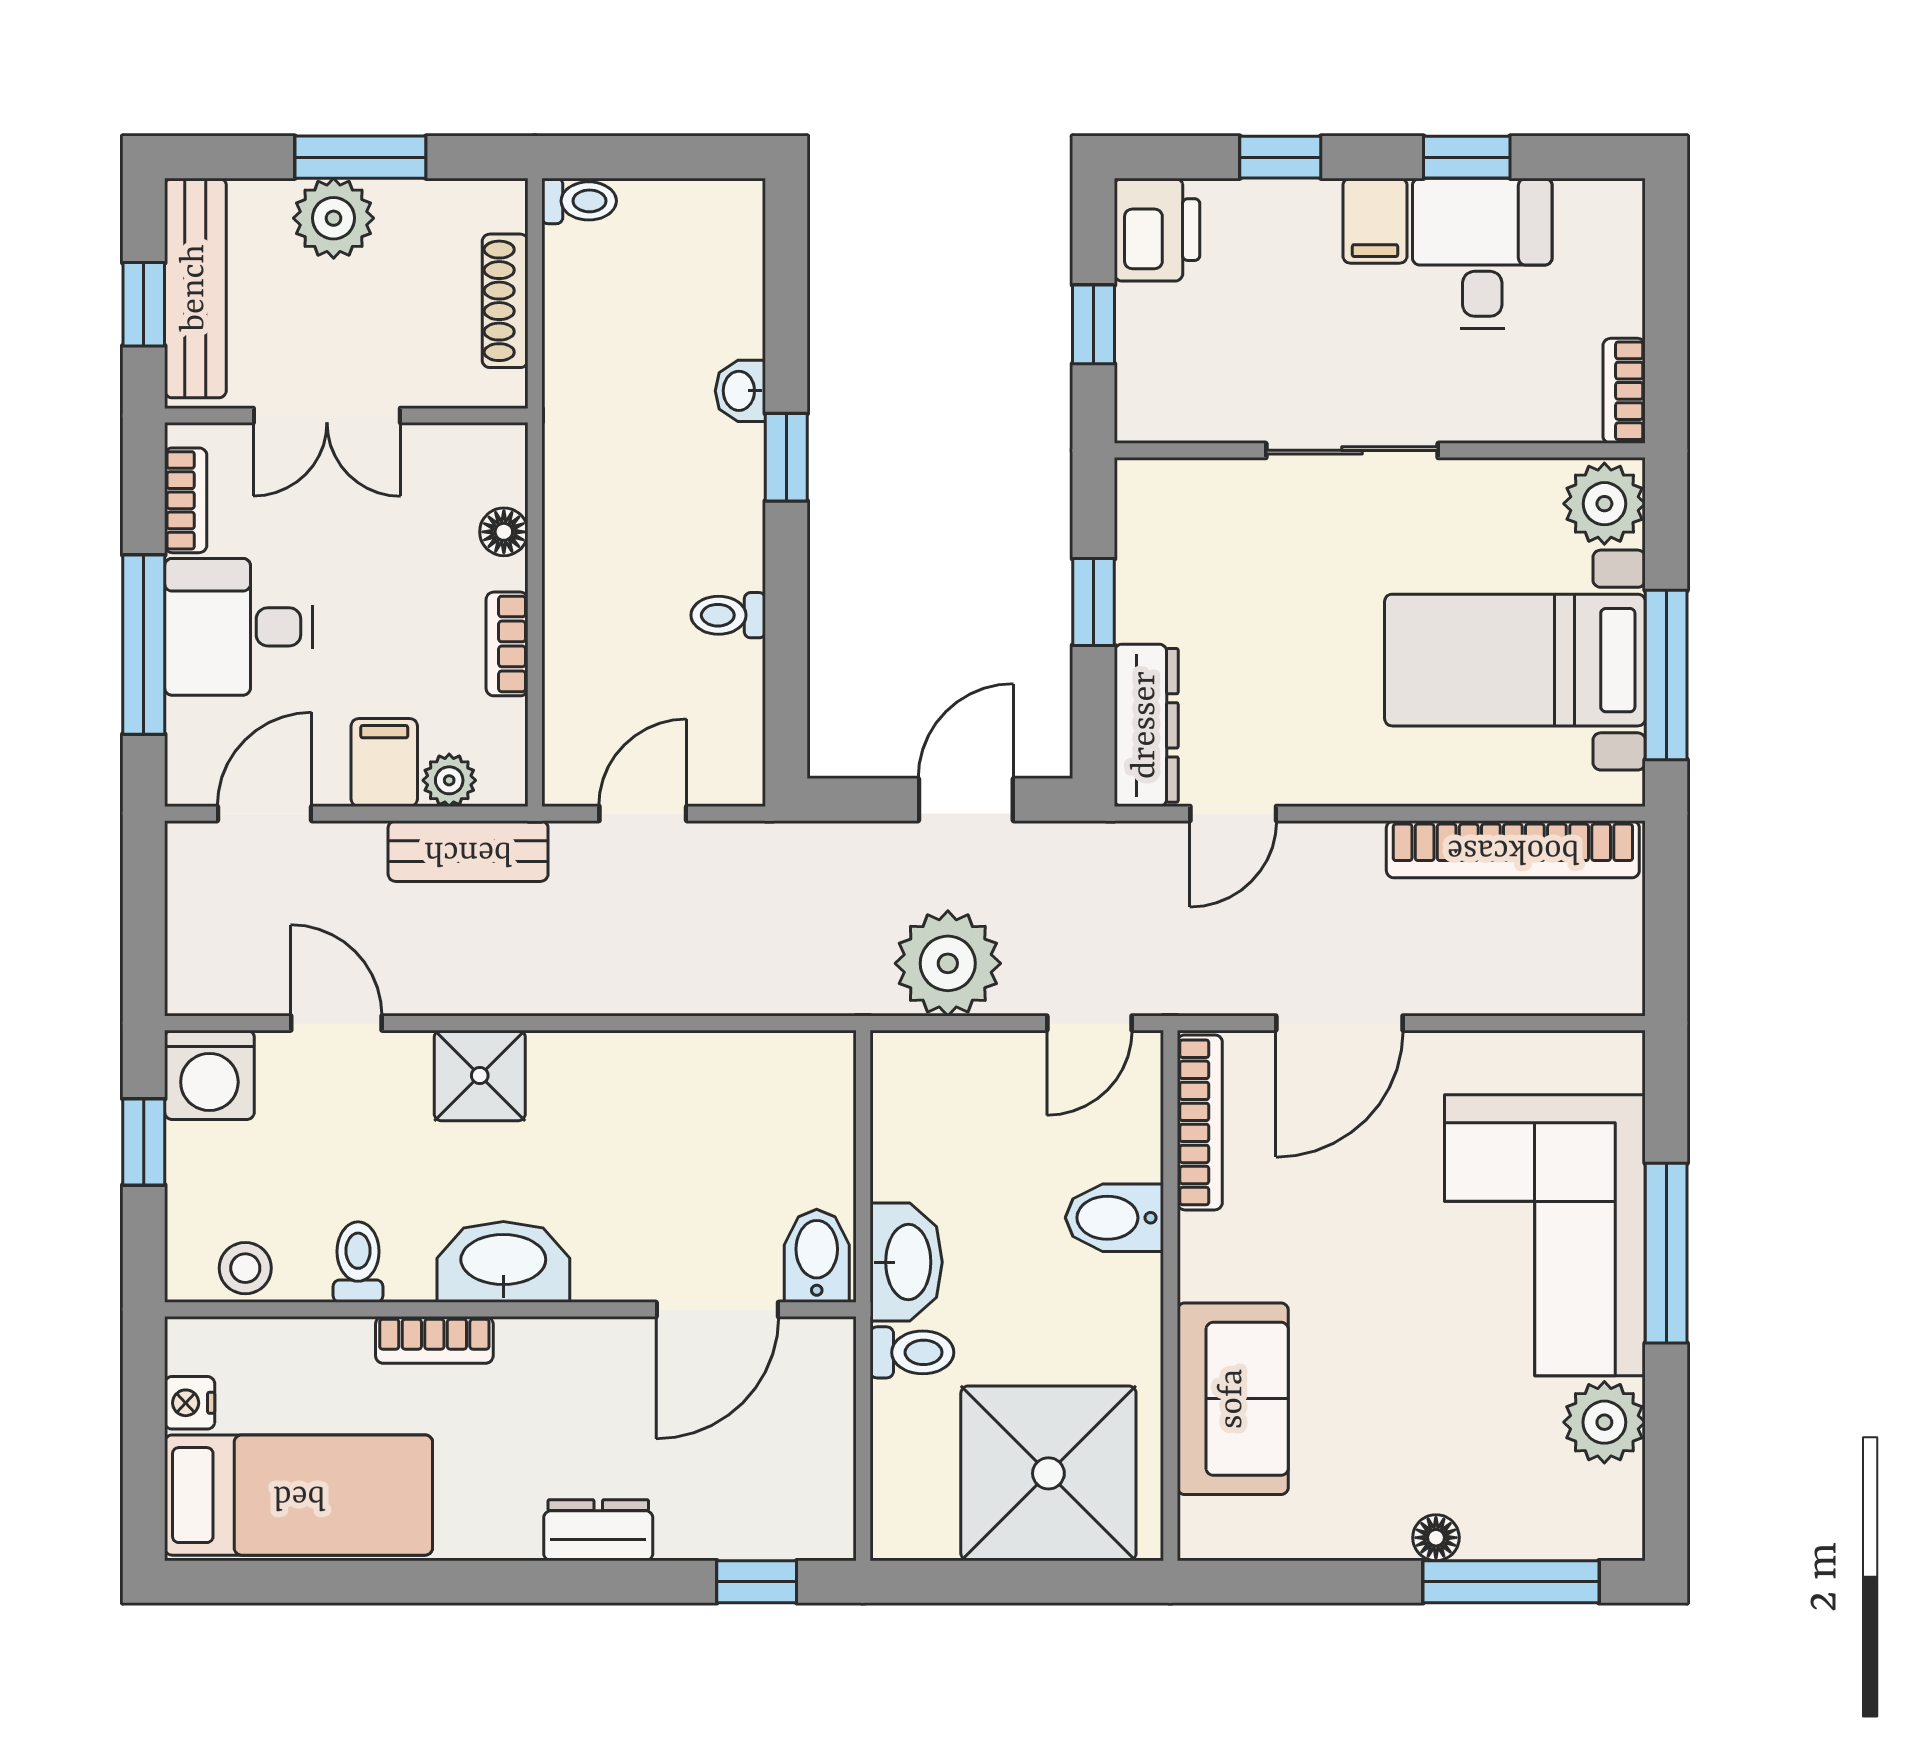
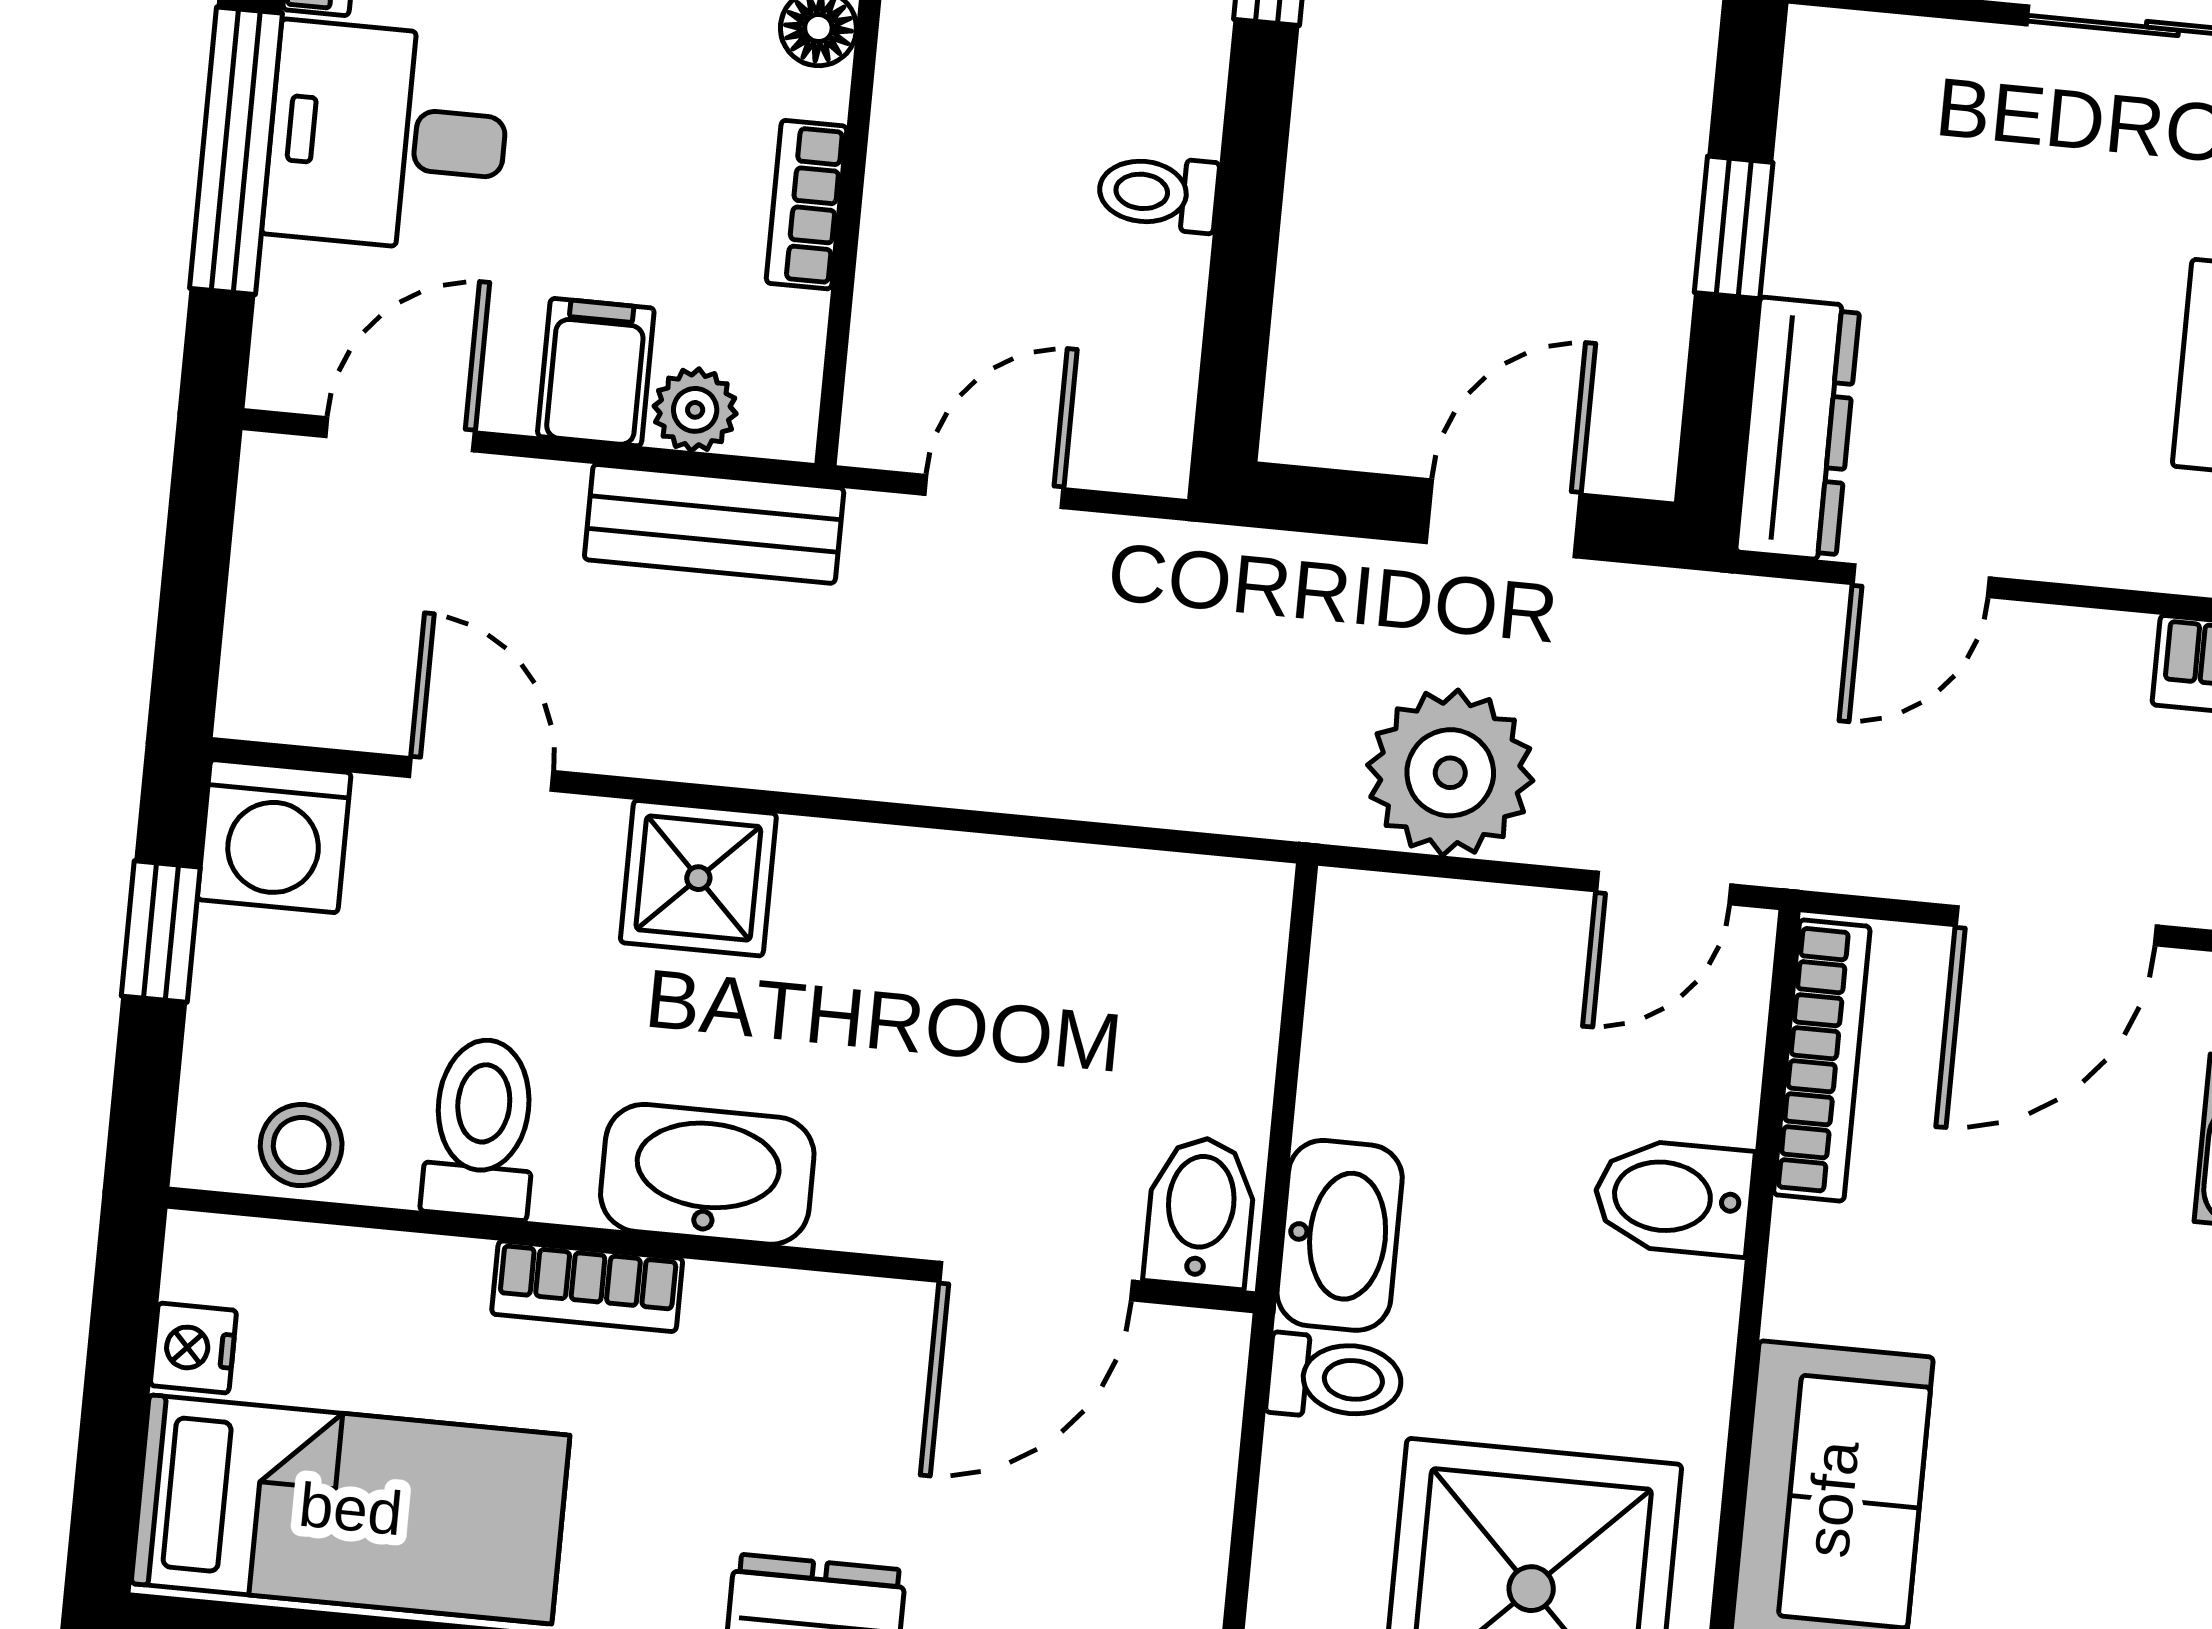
toilet: (358, 1262) -> (481, 1128), width x1.37, depth x1.39

